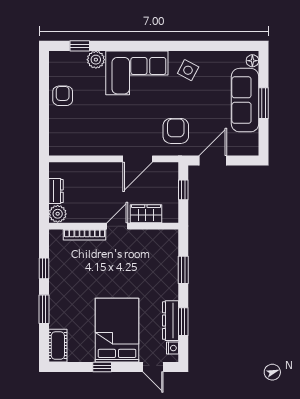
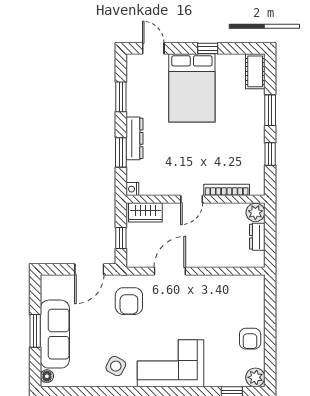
plant: (96, 60) -> (255, 377), moved
wardrobe: (146, 214) -> (145, 212), moved
dresser: (170, 321) -> (135, 138), moved
nightstand: (172, 348) -> (132, 189), moved

